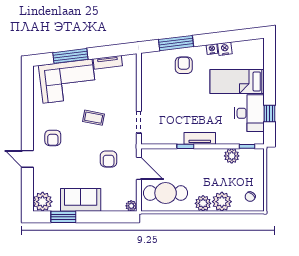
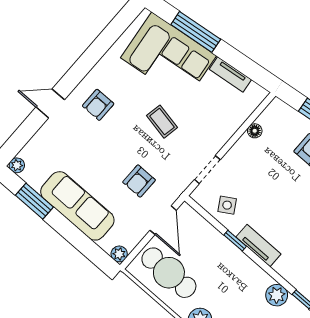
floor lamp: (146, 81) -> (255, 131), added
side table: (165, 132) -> (227, 205), added
door: (27, 159) -> (50, 103), hinge flipped
sofa: (81, 200) -> (77, 206), width x1.36
plant: (43, 202) -> (17, 165), width x0.53, depth x0.53

